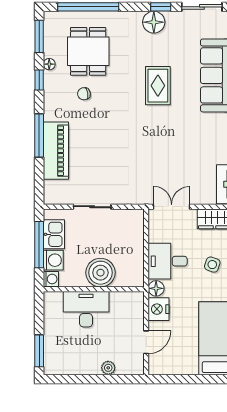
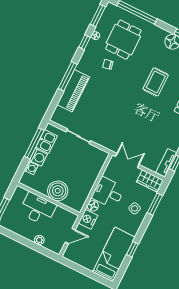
boiler: (100, 273) -> (58, 191), moved
wall: (94, 289) -> (48, 199), moved
desk: (86, 309) -> (38, 209), moved

